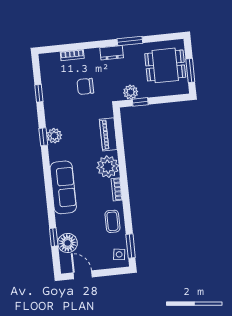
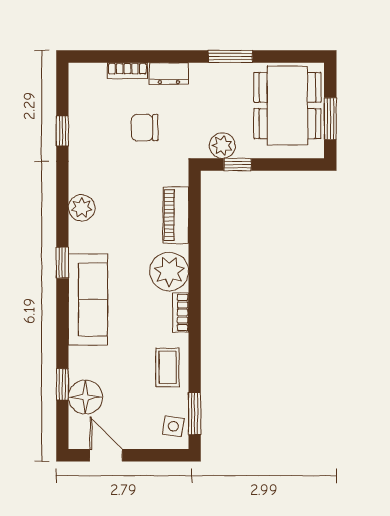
dresser: (112, 53) -> (169, 74), moved
dining table: (165, 65) -> (287, 105), width x1.38
window: (43, 137) -> (62, 263), moved

